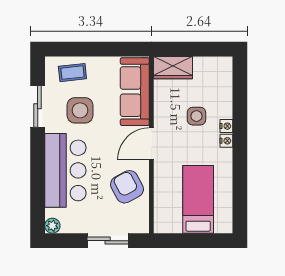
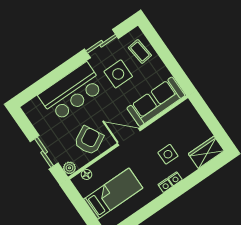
wardrobe: (173, 68) -> (206, 152), moved, turned 90
floor lamp: (160, 213) -> (86, 174), added
plant: (52, 226) -> (69, 168), moved

